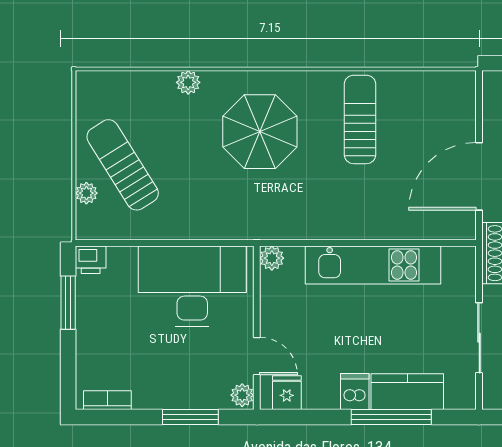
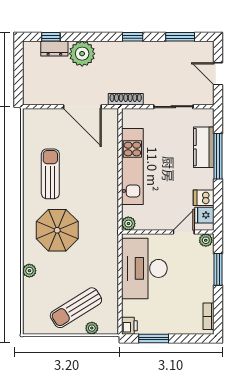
sun lounger: (360, 119) -> (50, 174), turned 90
dishwasher: (355, 392) -> (204, 198), moved

